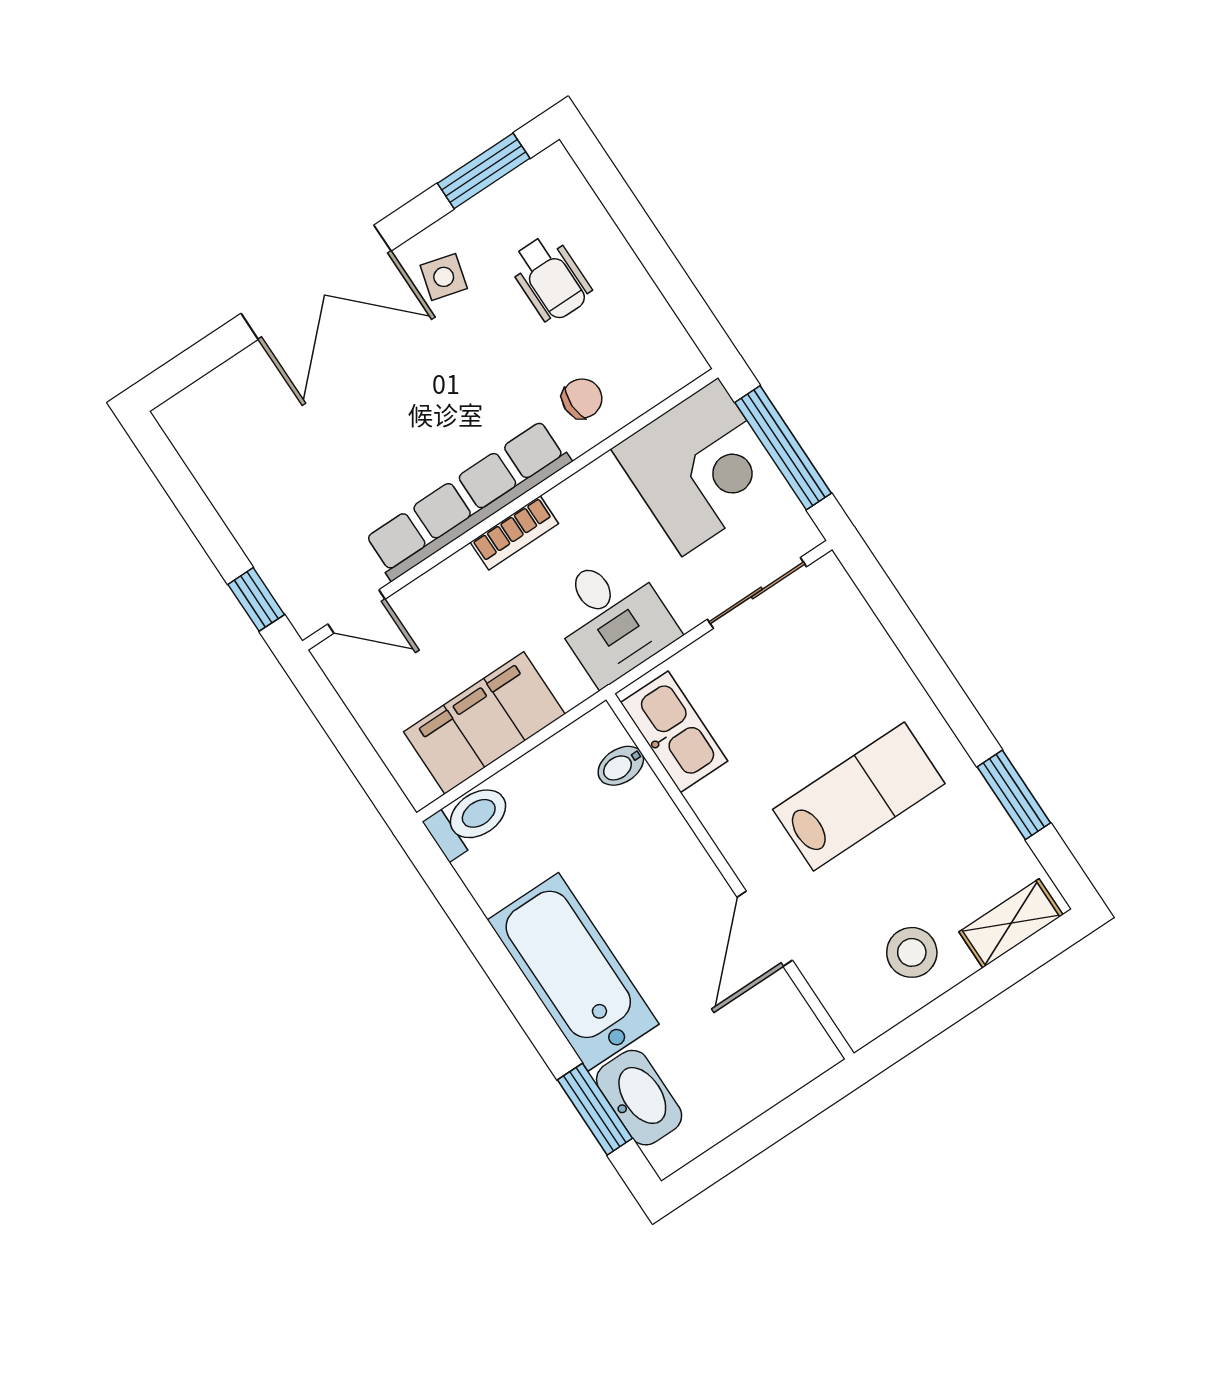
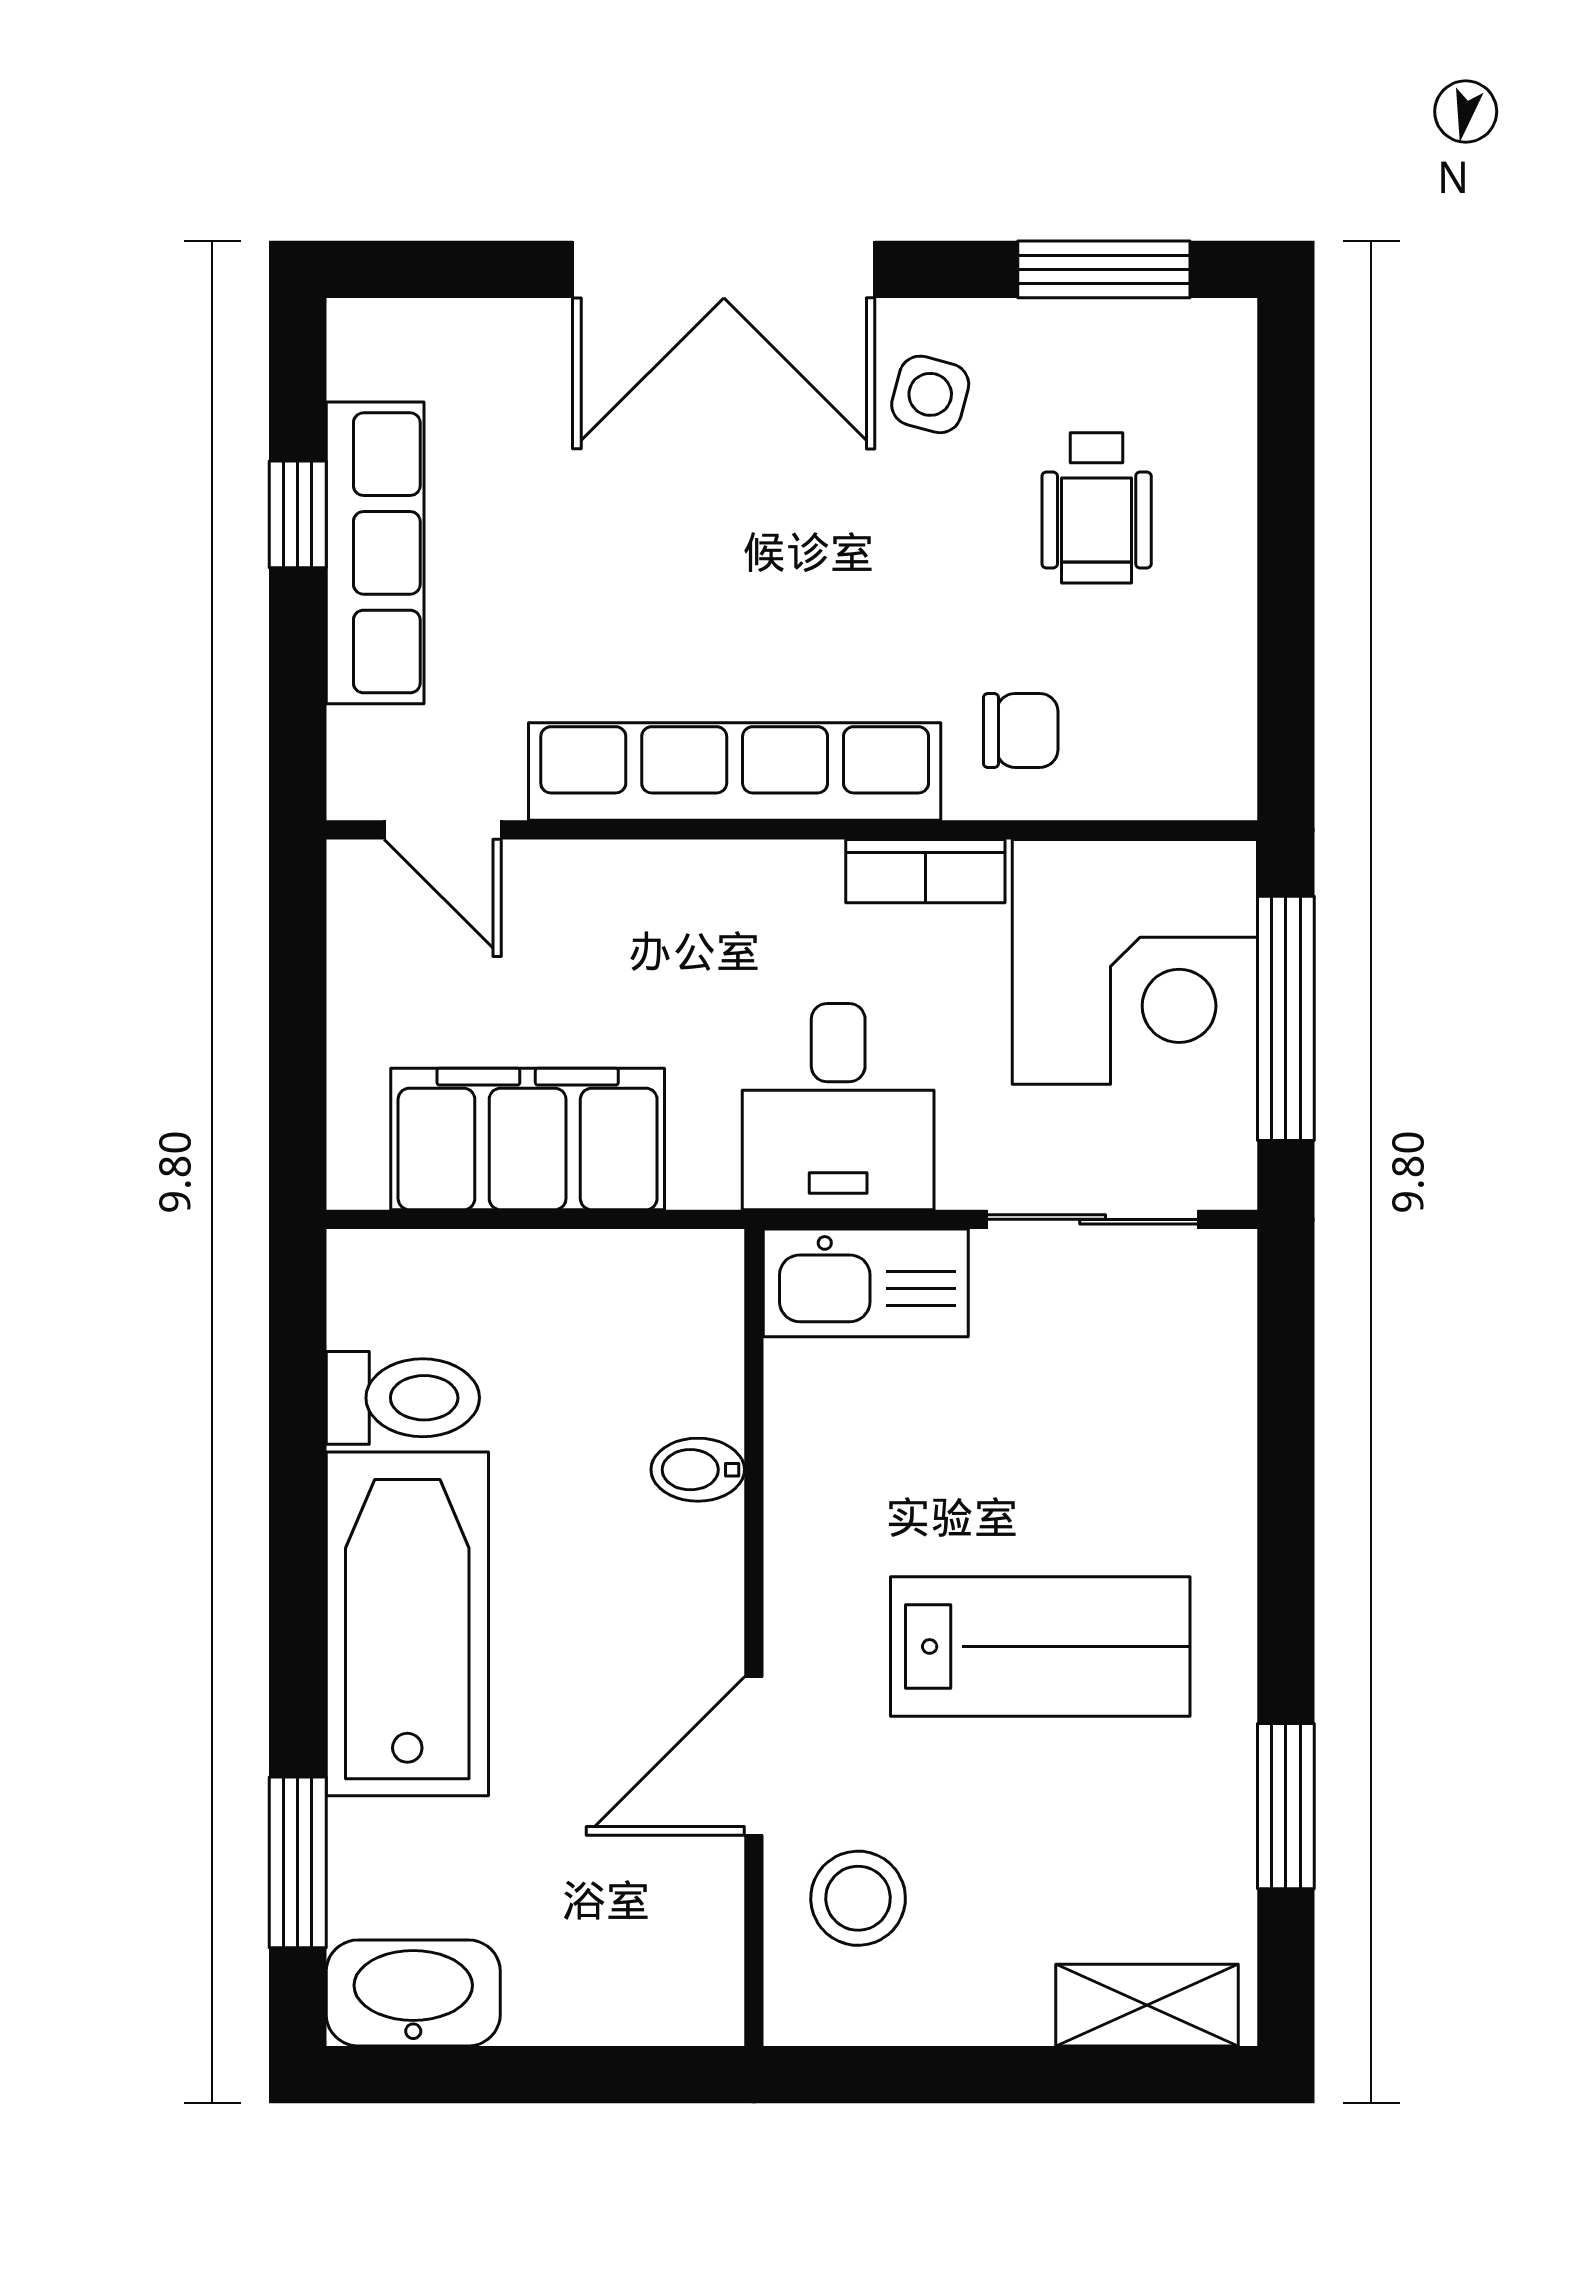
row of seats: (245, 509) -> (375, 553), added
bookcase: (514, 533) -> (925, 871), moved
window: (256, 599) -> (298, 514), moved
kitchen sink: (674, 732) -> (866, 1283), moved, turned 90
bidet: (621, 766) -> (698, 1470), moved
toilet: (469, 820) -> (403, 1398), moved
stool: (912, 952) -> (858, 1898), moved
washbasin: (639, 1098) -> (413, 1993), moved, turned -90

